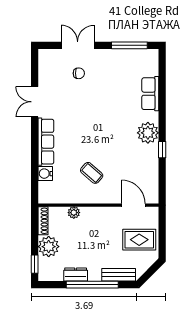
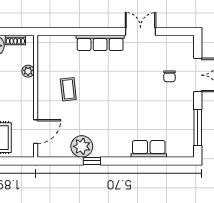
plant: (148, 133) -> (82, 146), moved
coffee table: (92, 173) -> (68, 89), turned -47
water cooler: (45, 174) -> (68, 42), removed
shoe rack: (43, 221) -> (15, 40), width x0.70

